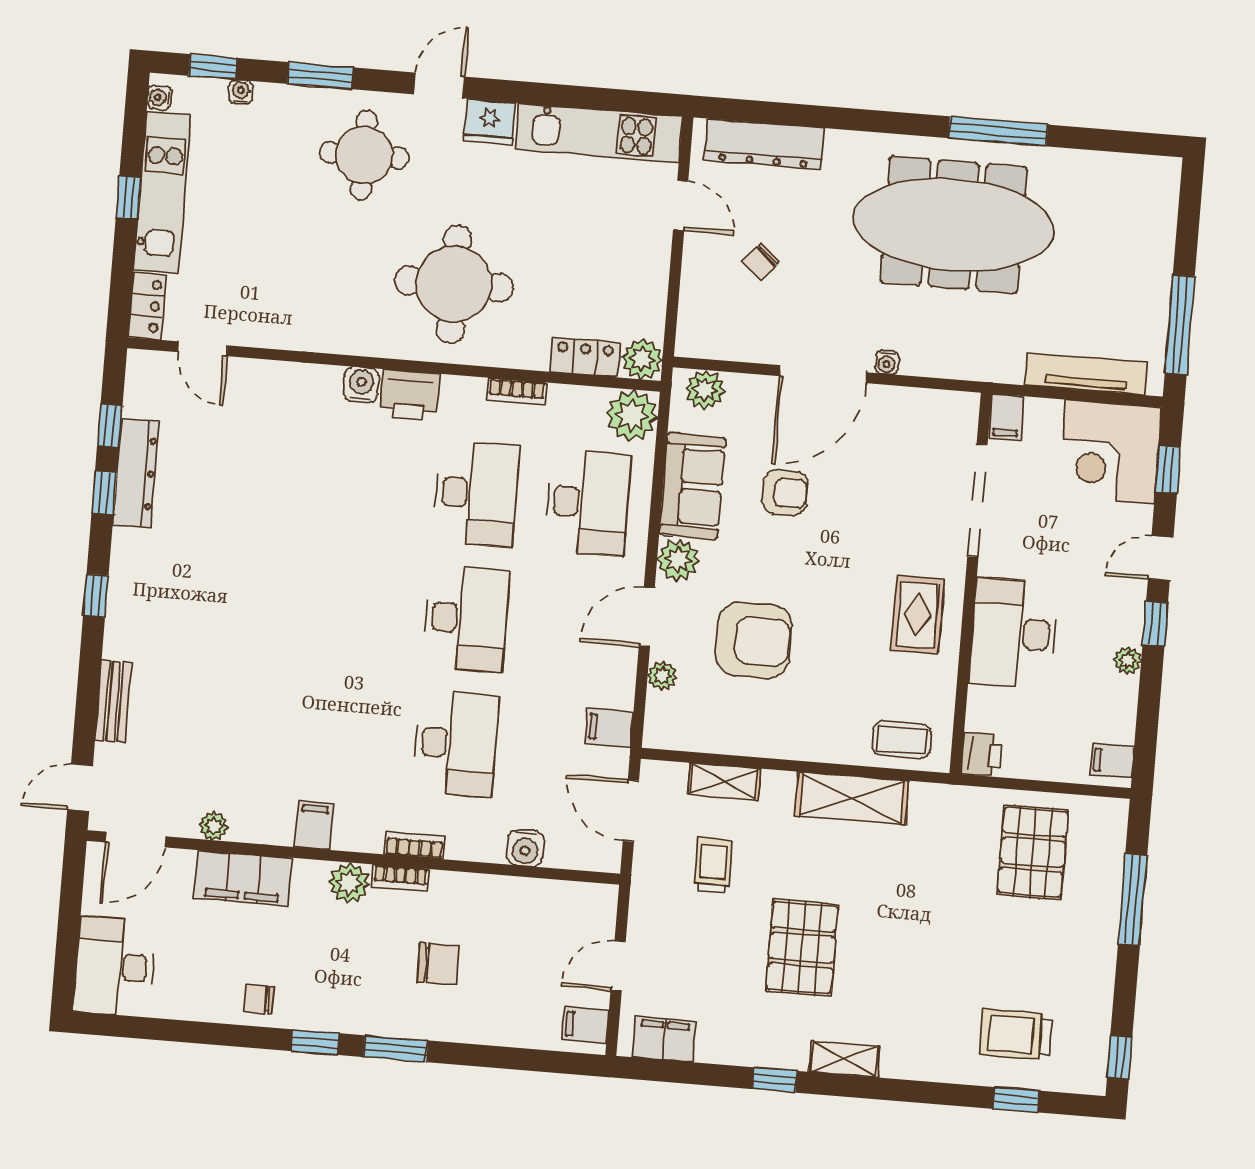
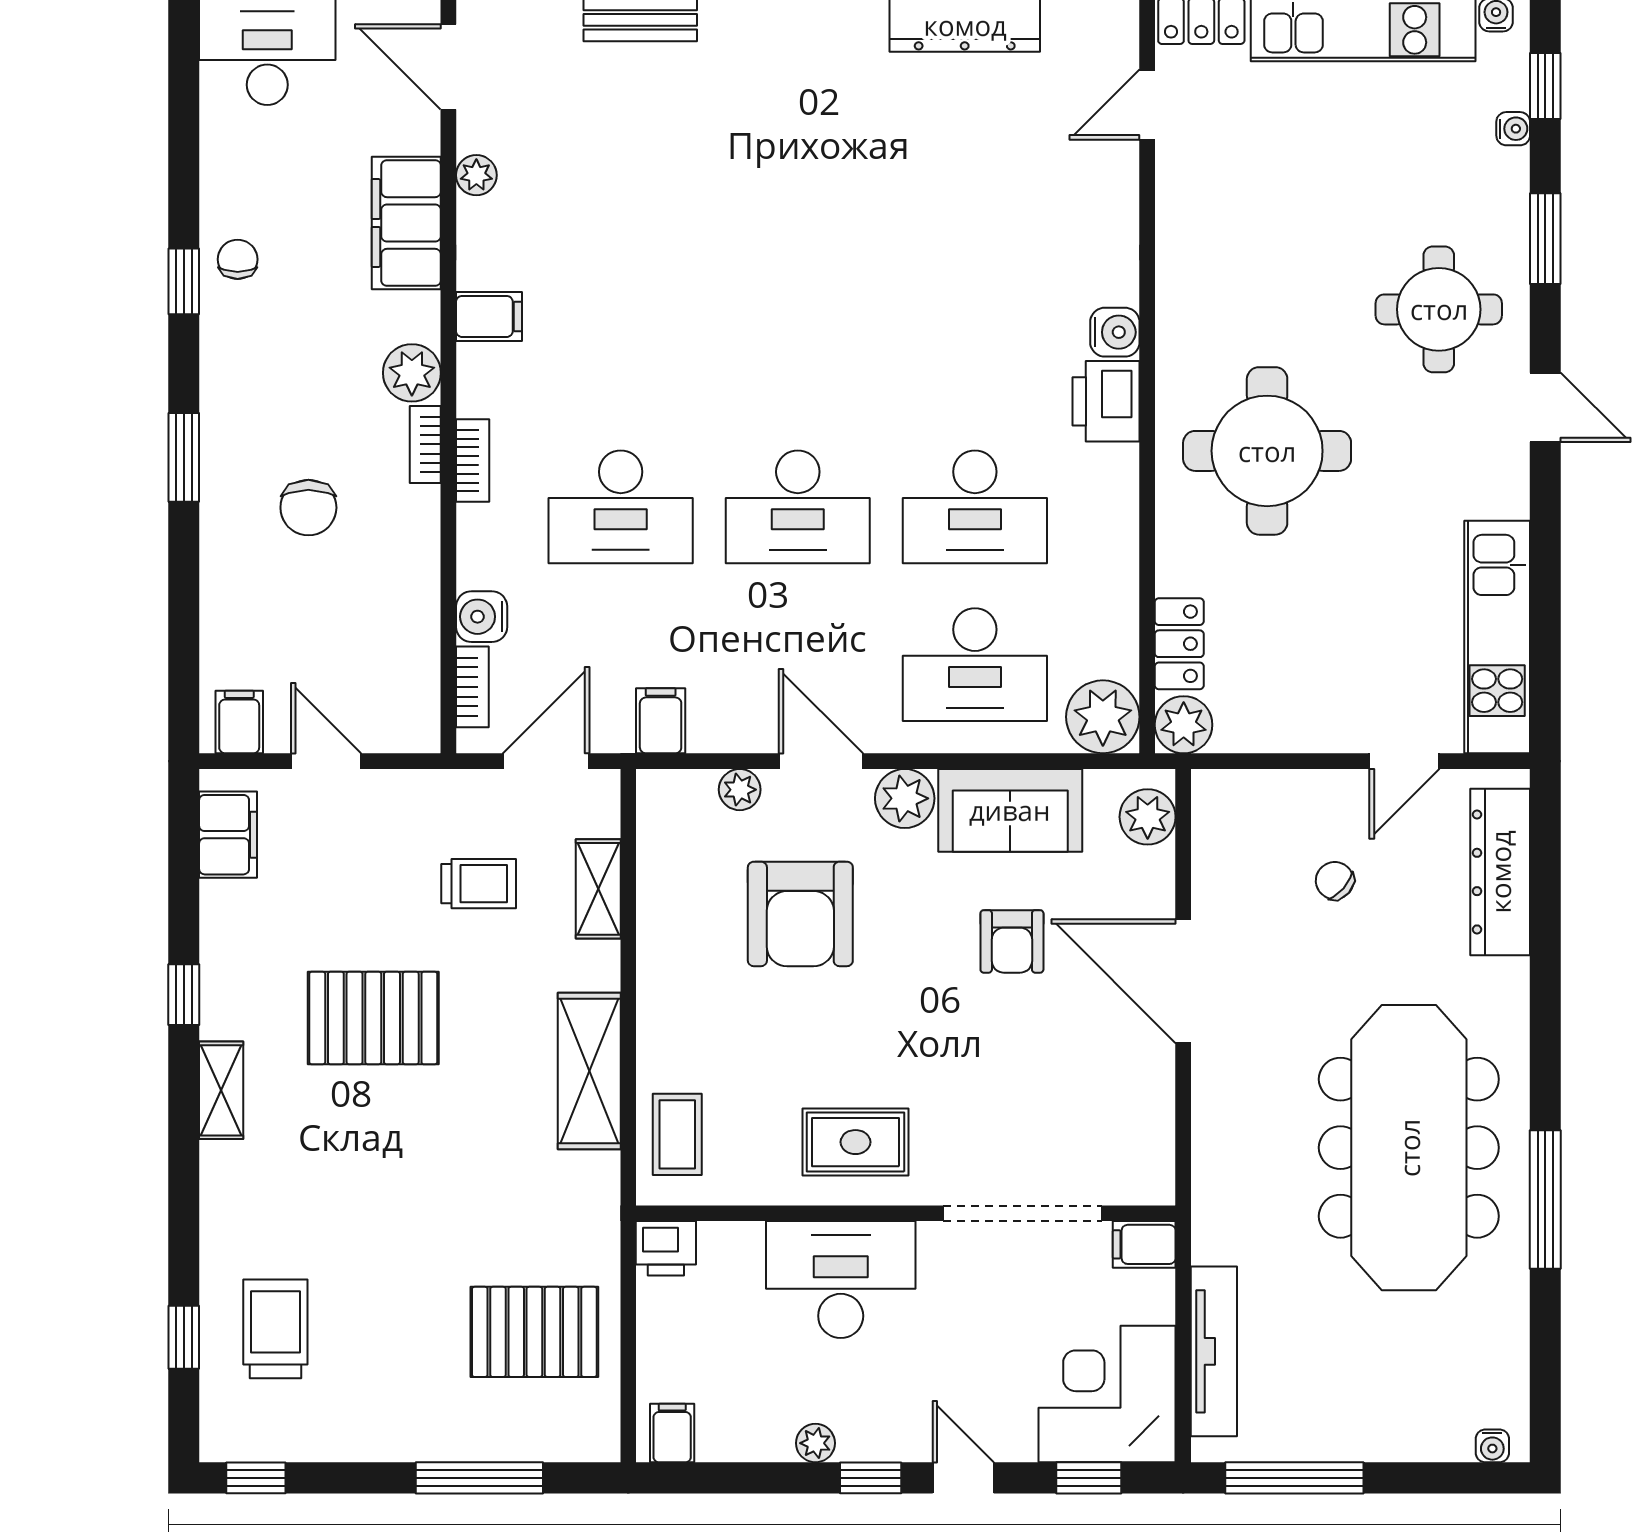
fridge: (489, 122) -> (1500, 482), removed
water cooler: (887, 362) -> (1492, 1446), moved, turned -90
bookcase: (517, 392) -> (472, 687), moved, turned 180
window: (315, 1042) -> (184, 281), moved

